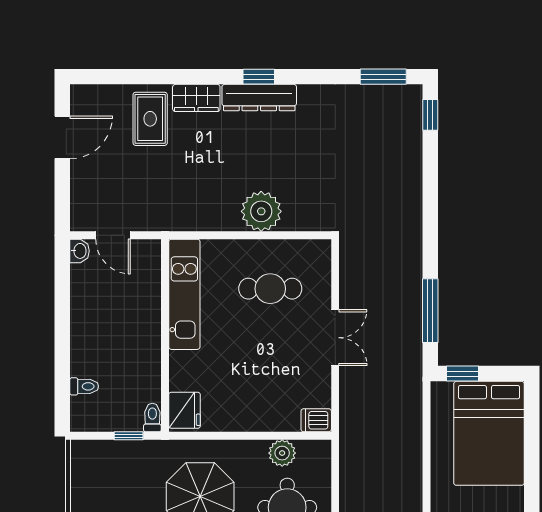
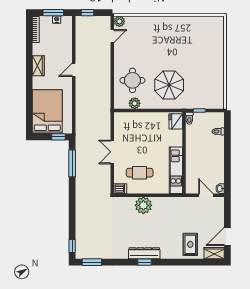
wardrobe: (196, 98) -> (214, 253), moved
dishwasher: (316, 420) -> (120, 189), moved

